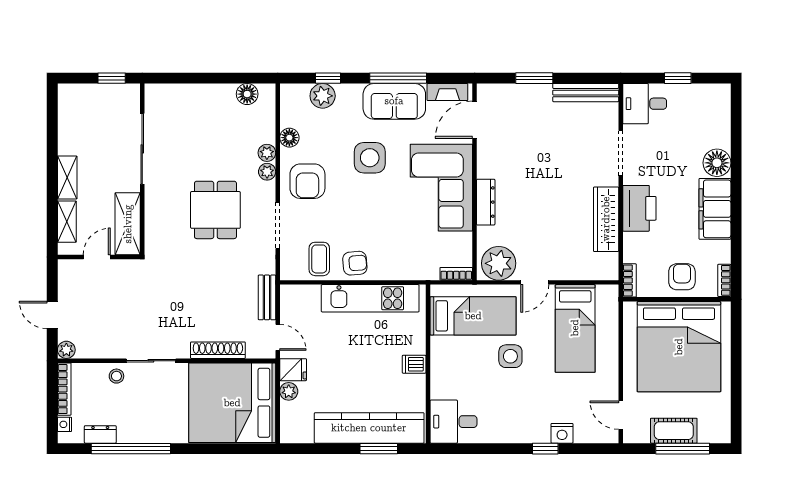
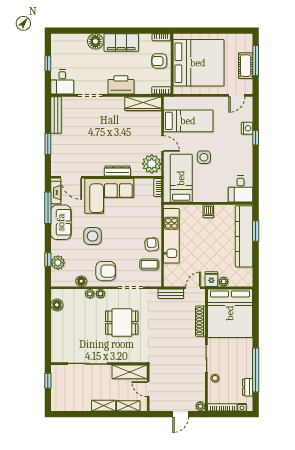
window: (398, 78) -> (48, 208), moved
wardrobe: (606, 219) -> (143, 104), moved

